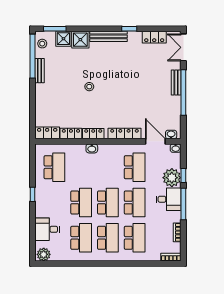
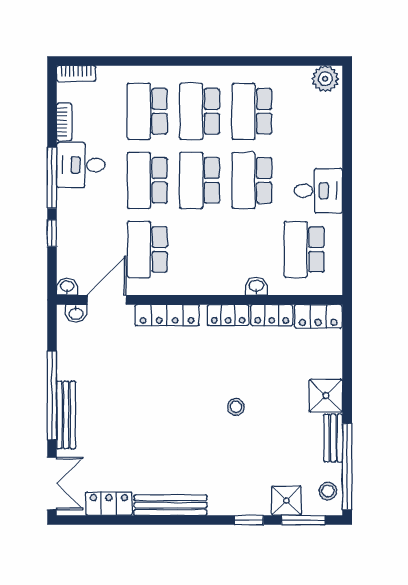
window: (129, 29) -> (249, 520), moved
bench: (108, 36) -> (171, 505), moved
shower: (80, 40) -> (326, 396), moved
bench: (176, 83) -> (66, 415), width x1.36
door: (155, 141) -> (107, 300), swing flipped
washbasin: (92, 148) -> (256, 286), moved
plant: (172, 178) -> (75, 229), removed
window: (32, 194) -> (347, 196), removed
desk: (169, 199) -> (81, 165), moved
desk: (47, 229) -> (318, 191), moved

